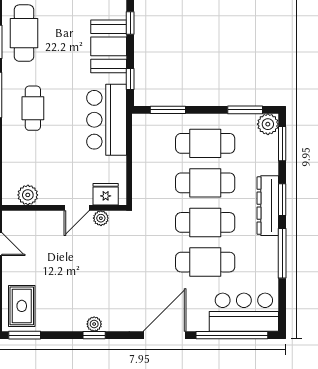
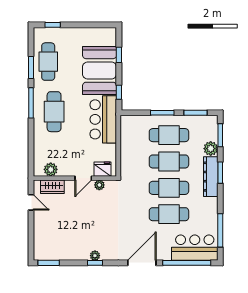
booth: (109, 46) -> (100, 70), width x1.36, depth x1.42
cafe table: (33, 108) -> (54, 112), width x1.37, depth x1.35
window: (168, 110) -> (162, 113), moved
plant: (268, 124) -> (211, 149), moved
wardrobe: (30, 221) -> (52, 187), added
window: (282, 253) -> (220, 230), moved
rug: (22, 306) -> (47, 244), removed

